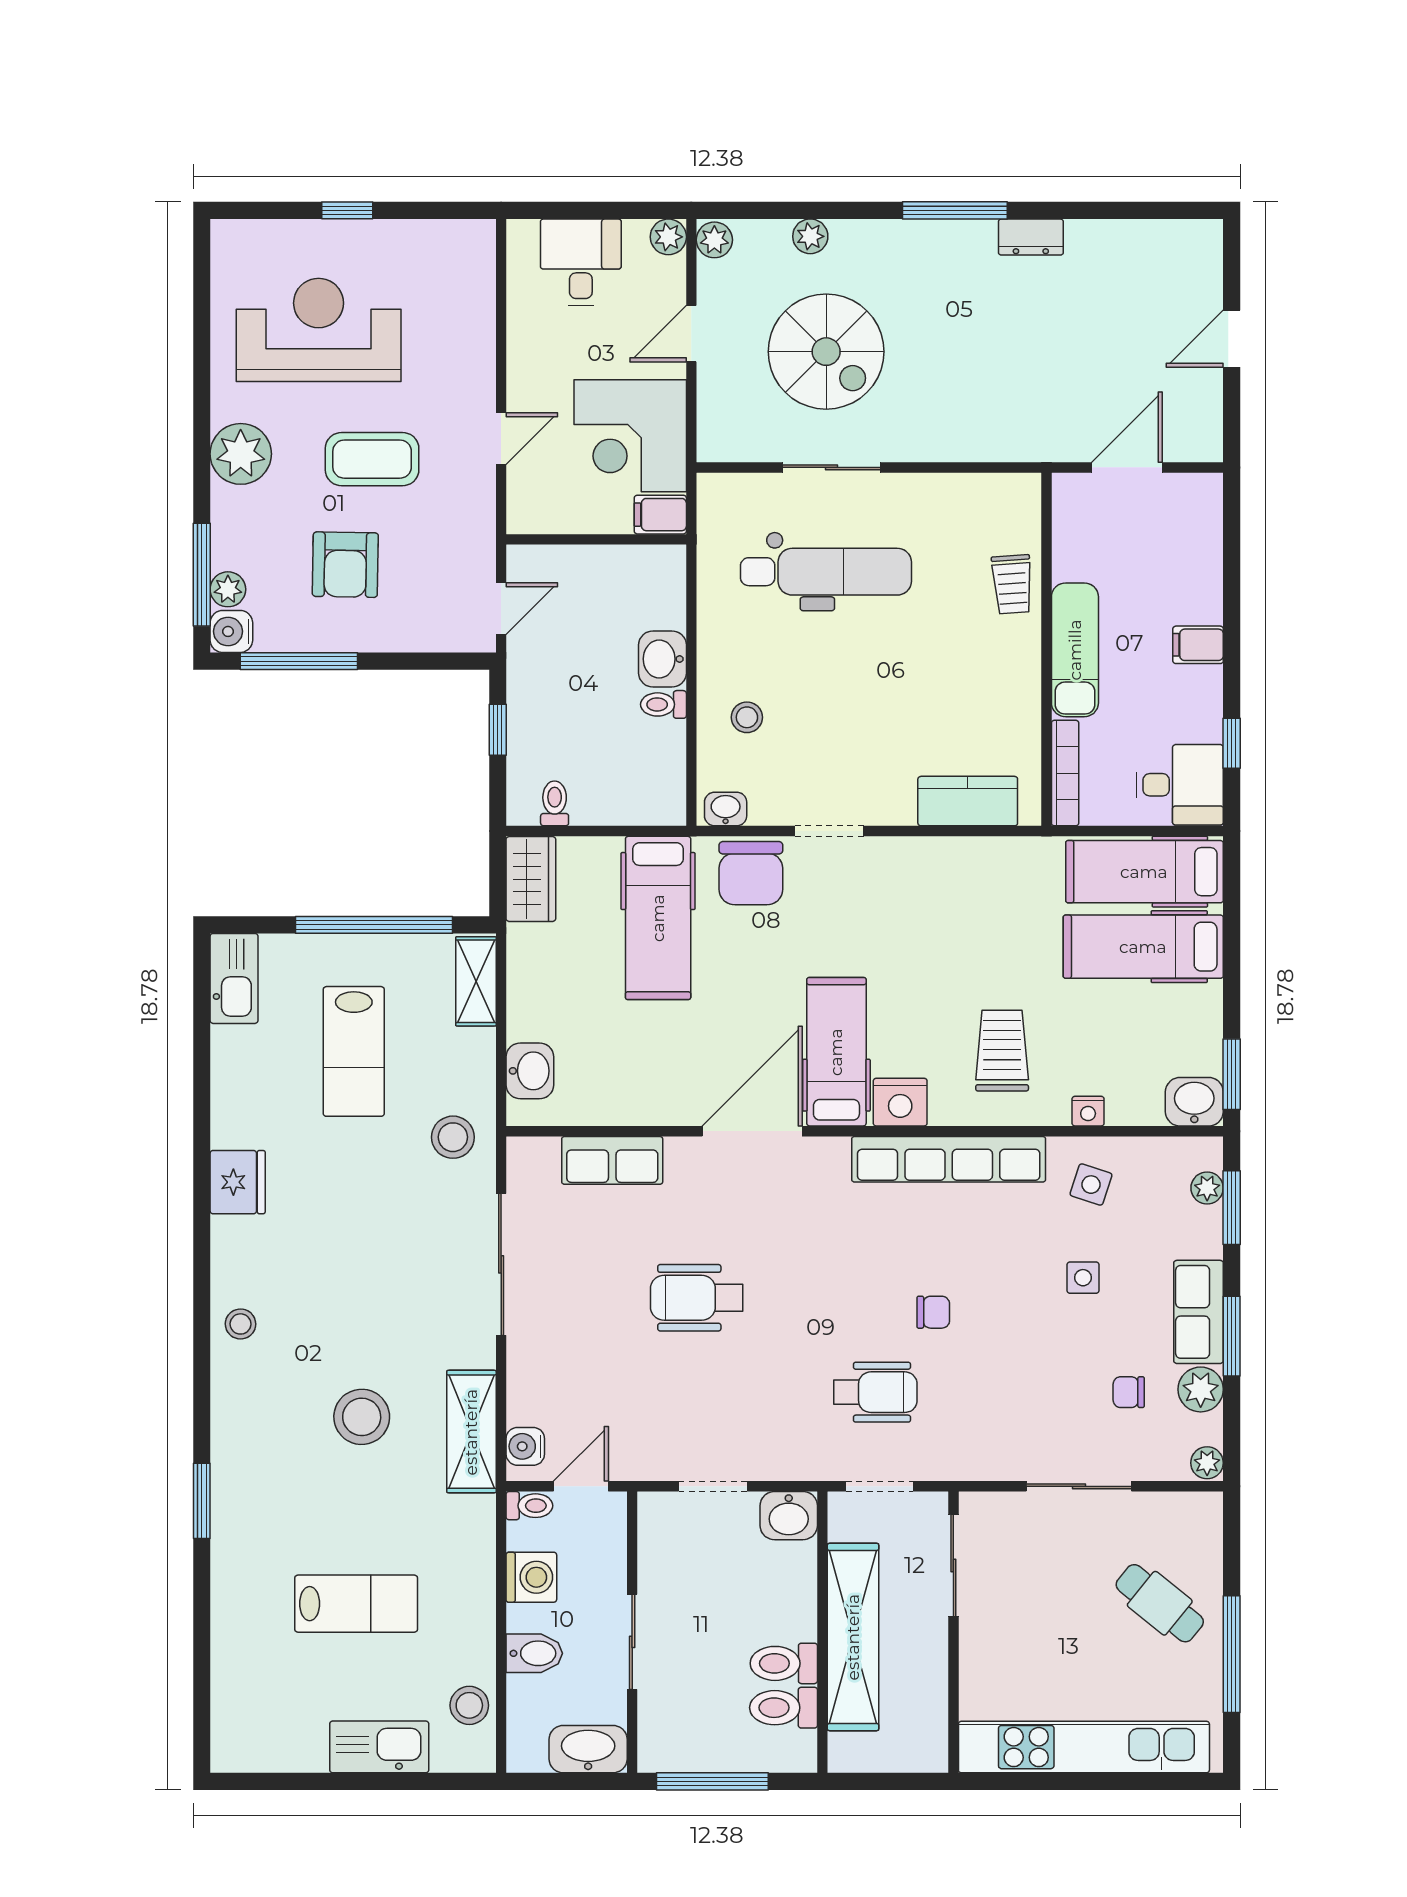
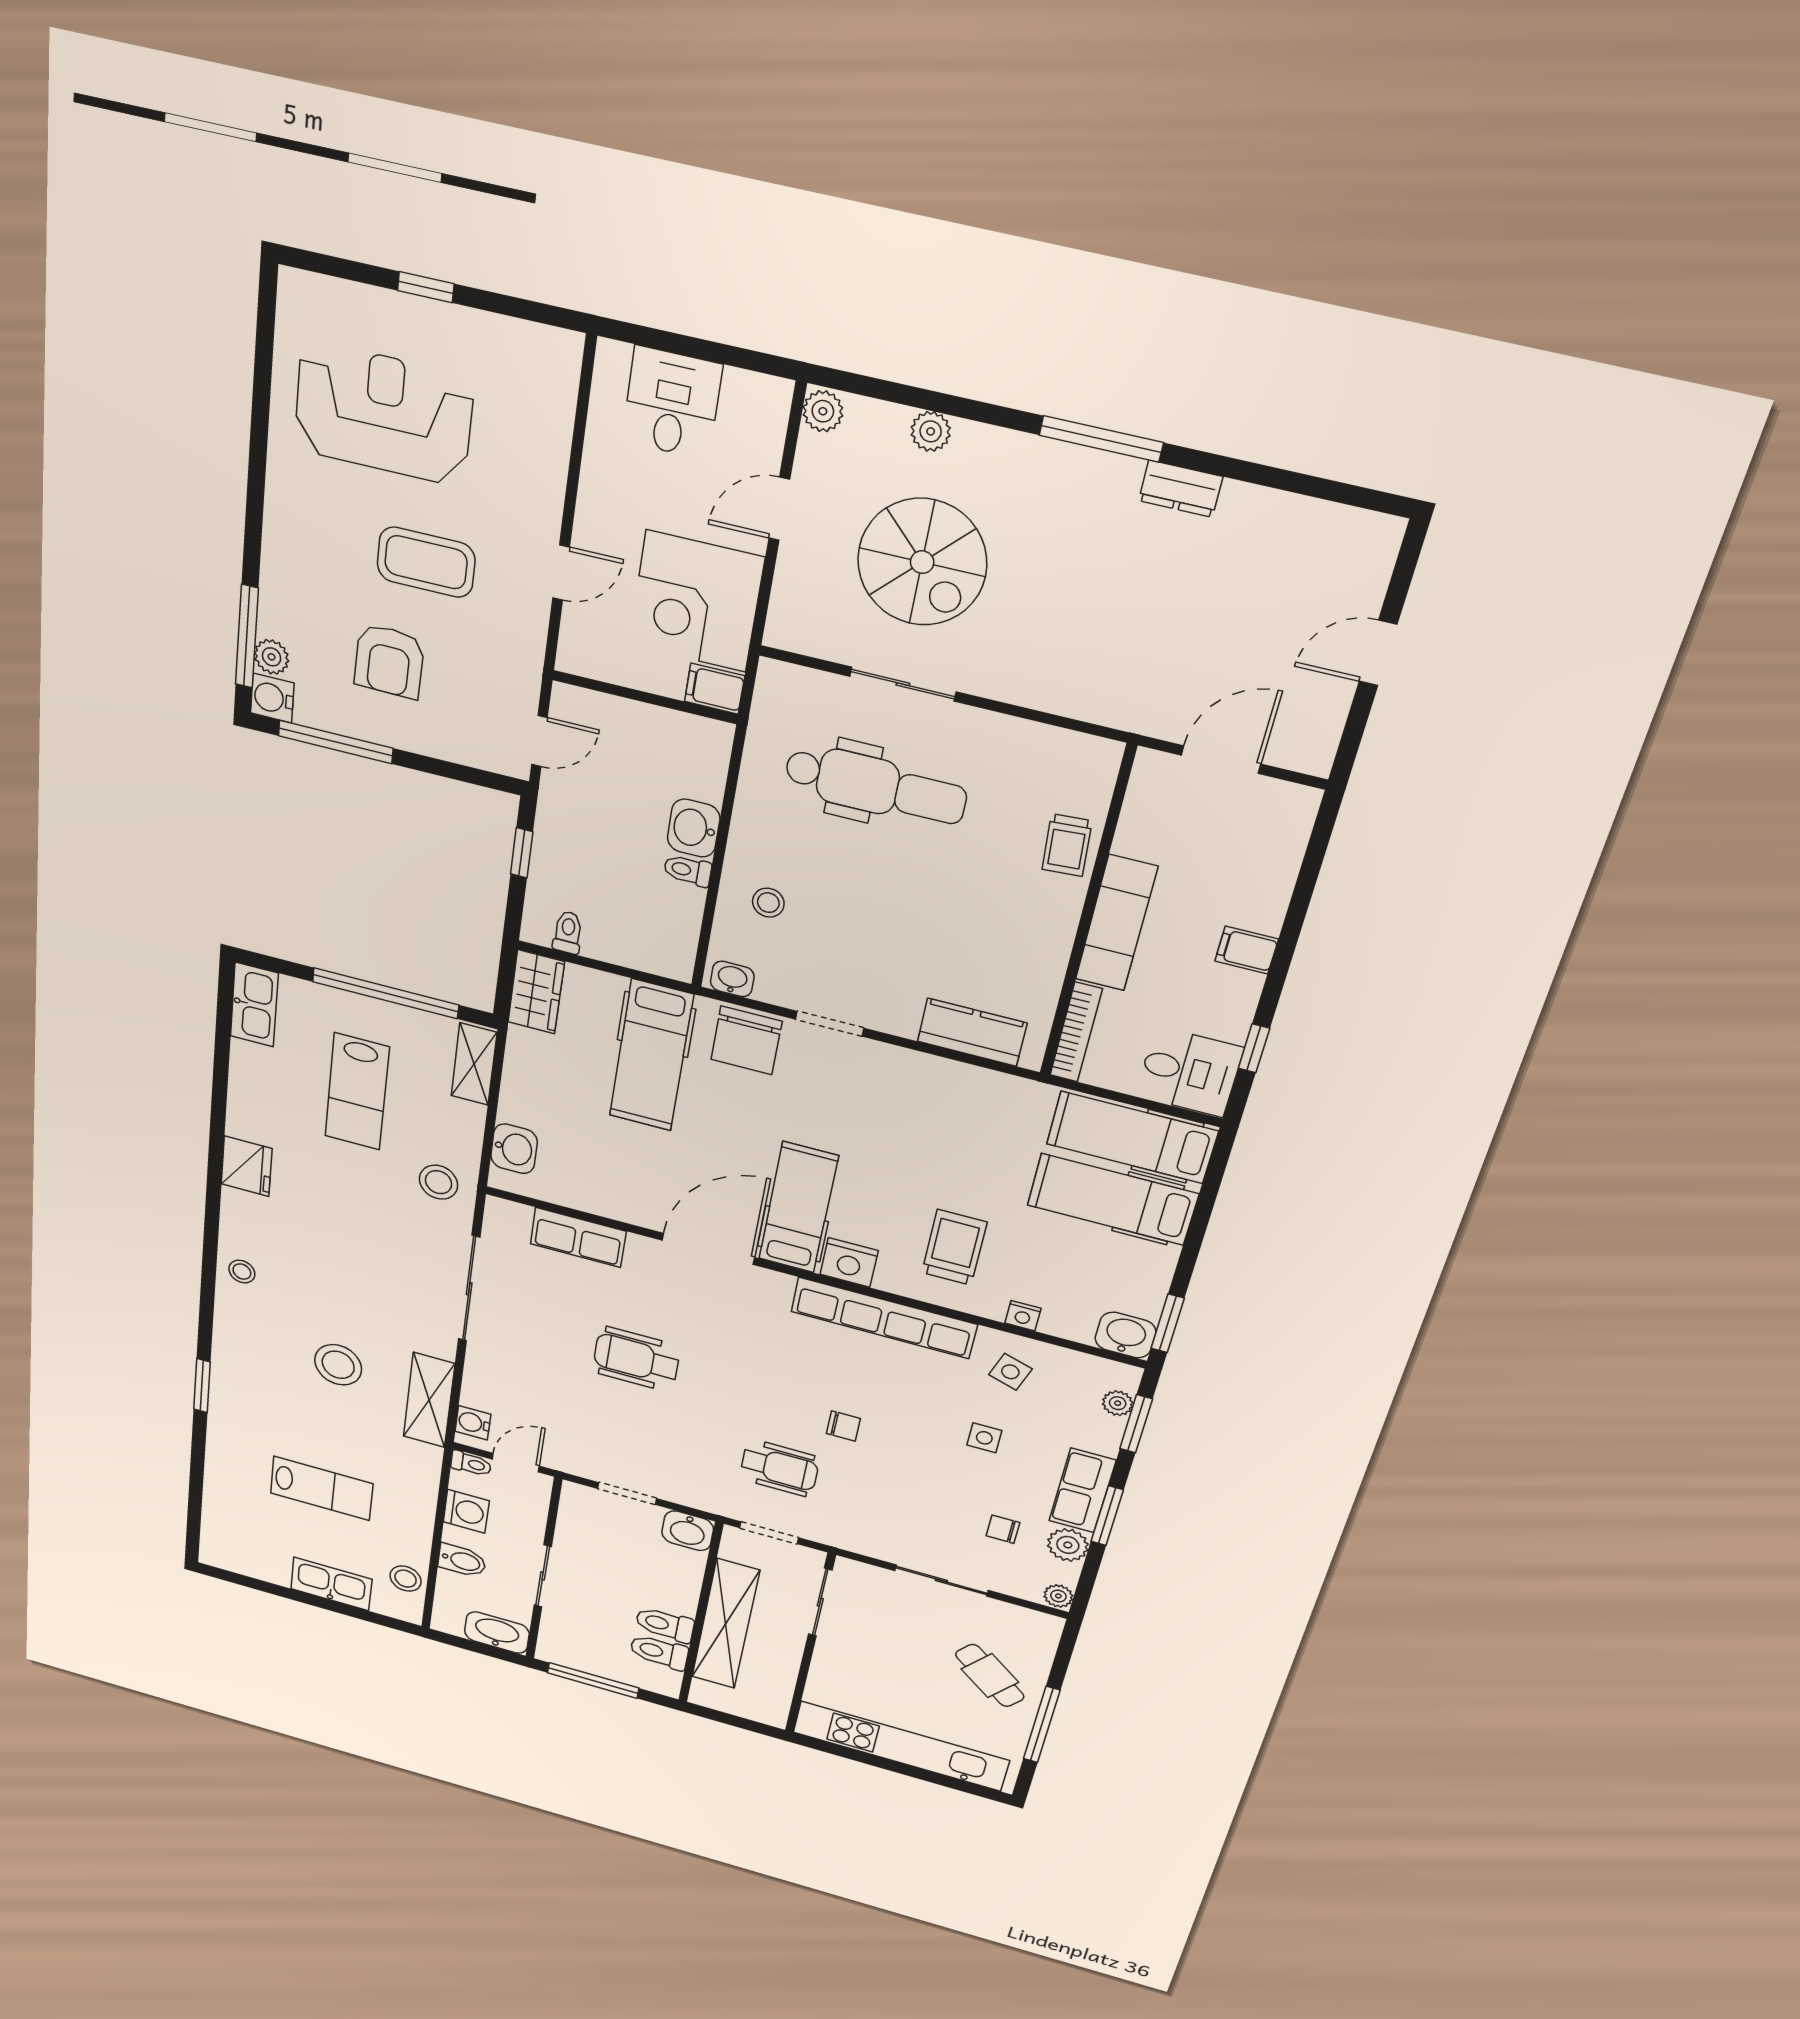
plant: (668, 237) -> (772, 396), removed
plant: (241, 454) -> (293, 525), removed

